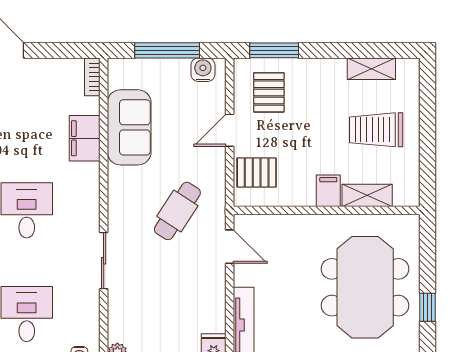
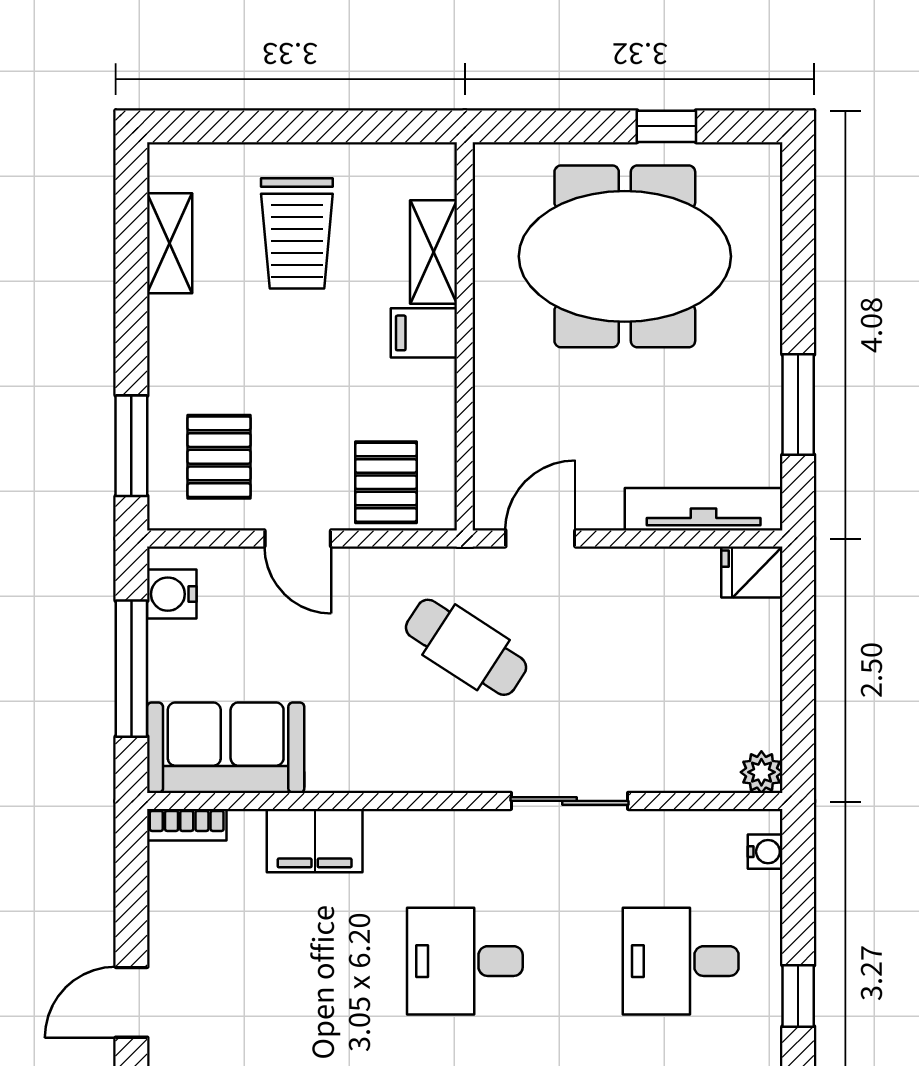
pallet: (269, 92) -> (219, 457), turned 90
sofa: (129, 127) -> (226, 748), moved

